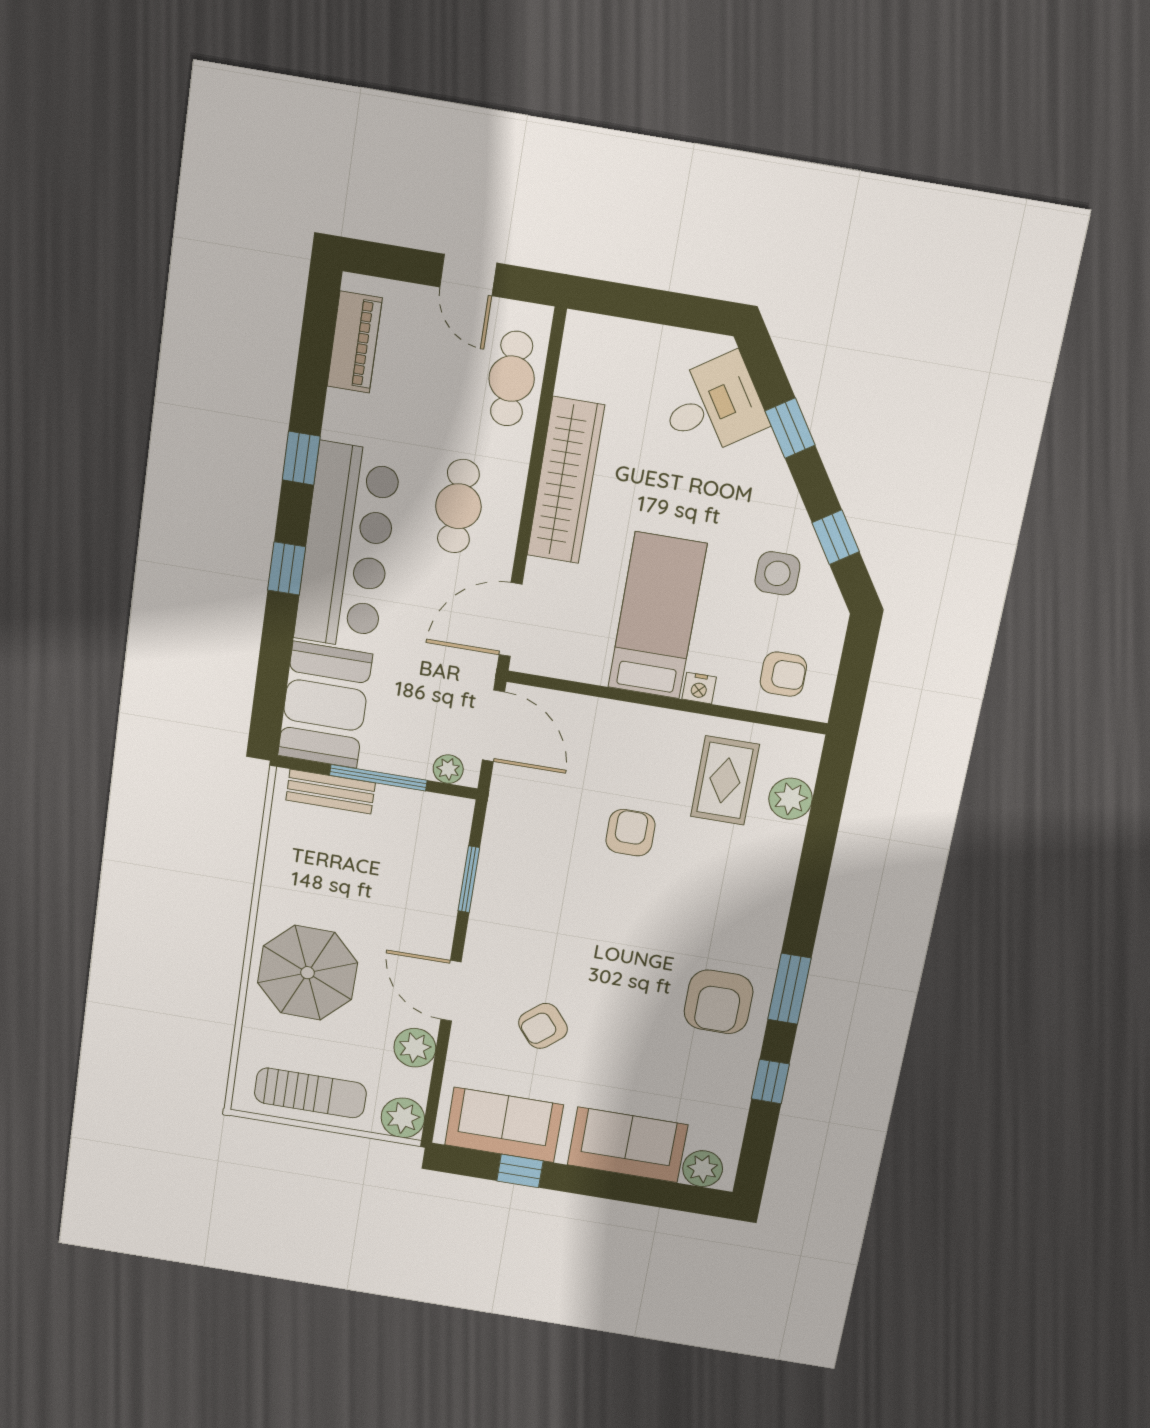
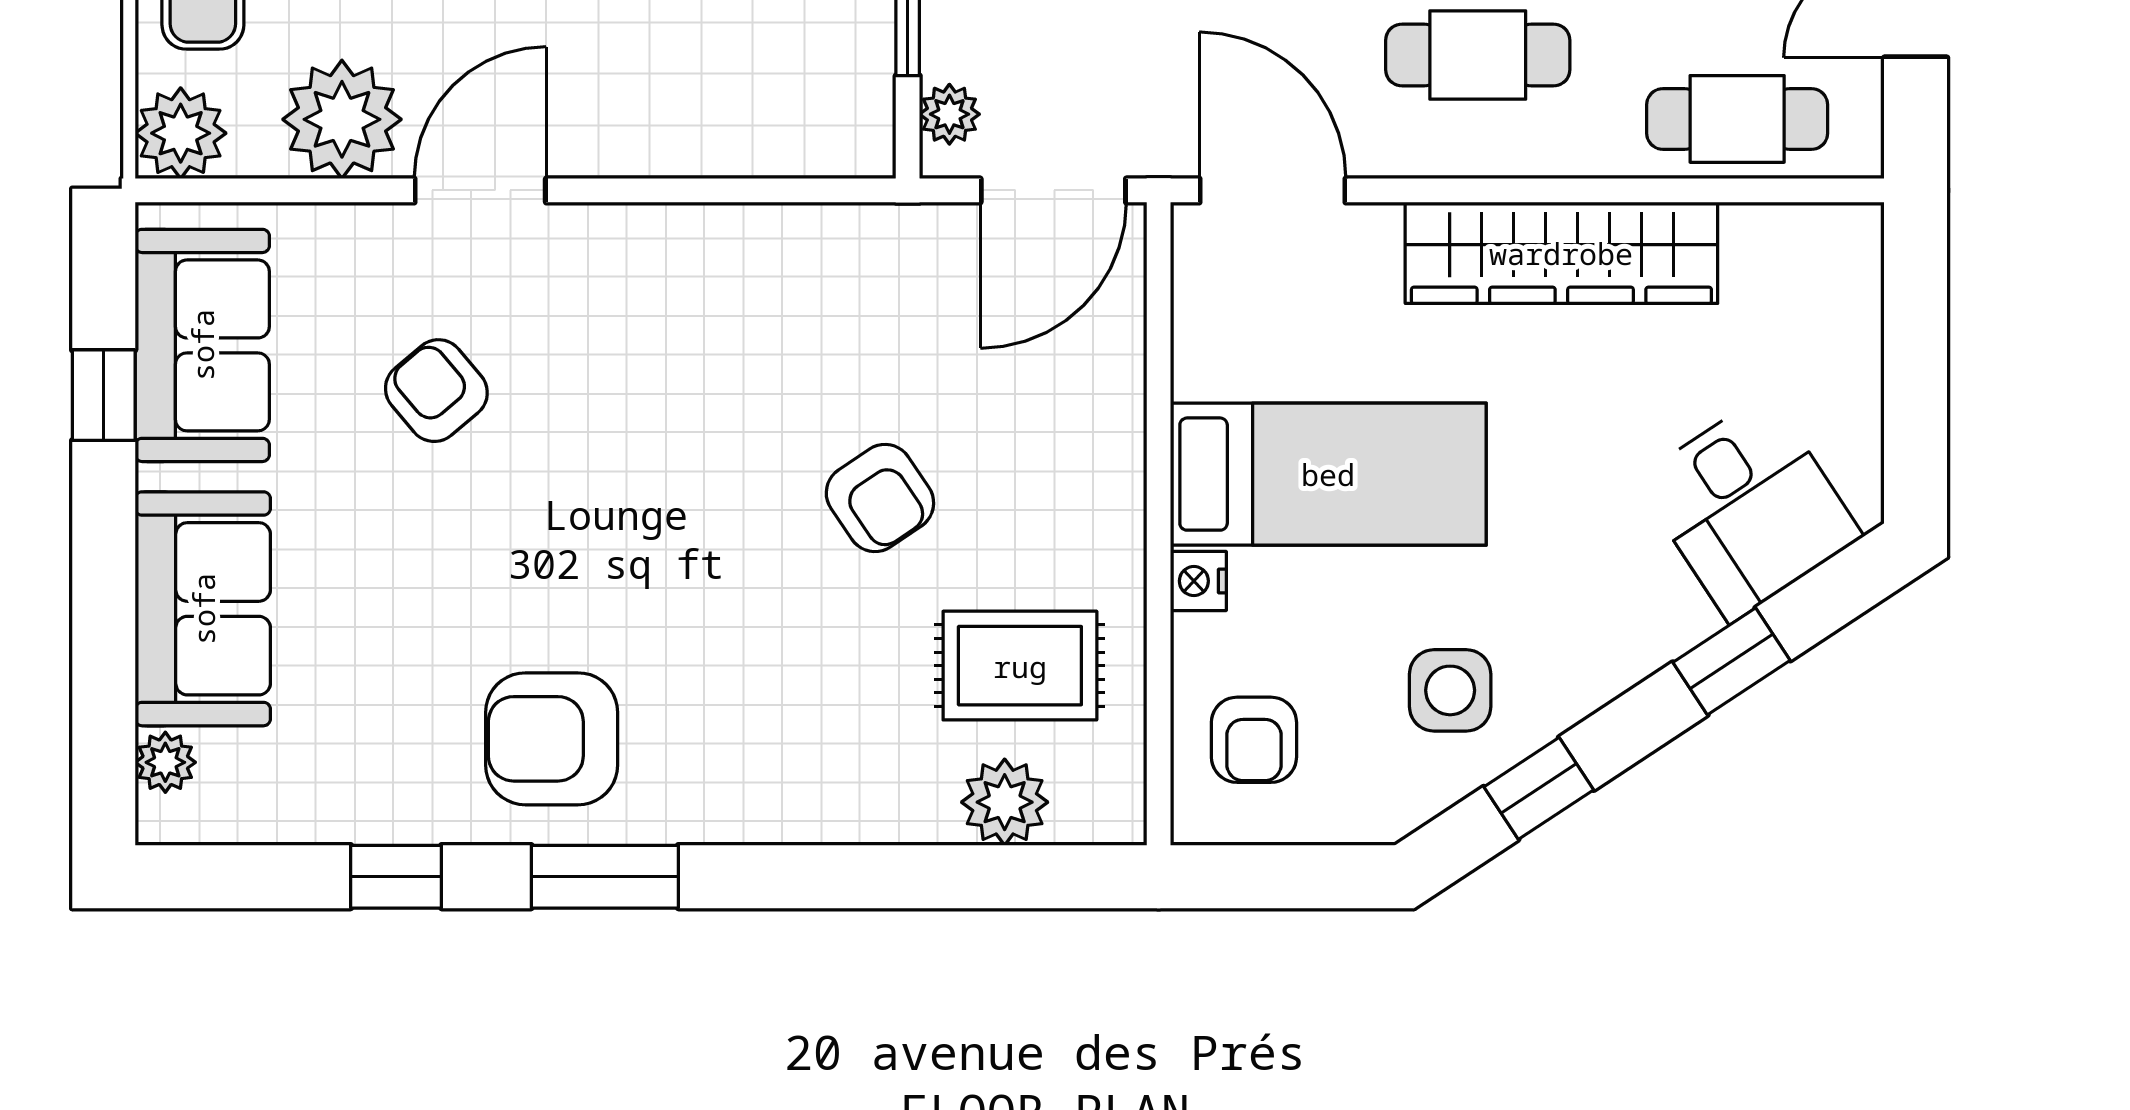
armchair: (630, 833) -> (880, 498), turned 56
window: (469, 879) -> (726, 190), removed
plant: (415, 1048) -> (342, 119), width x1.36, depth x1.36
plant: (703, 1169) -> (165, 762), width x0.73, depth x0.73

